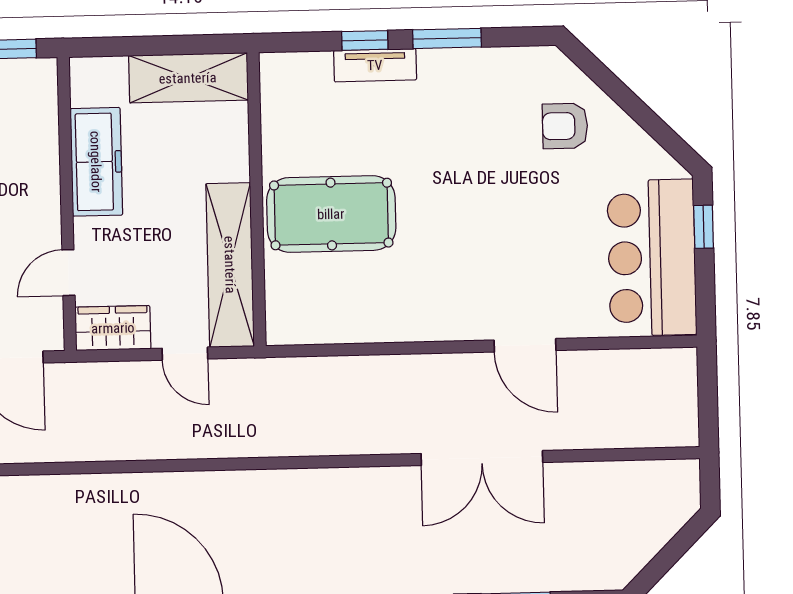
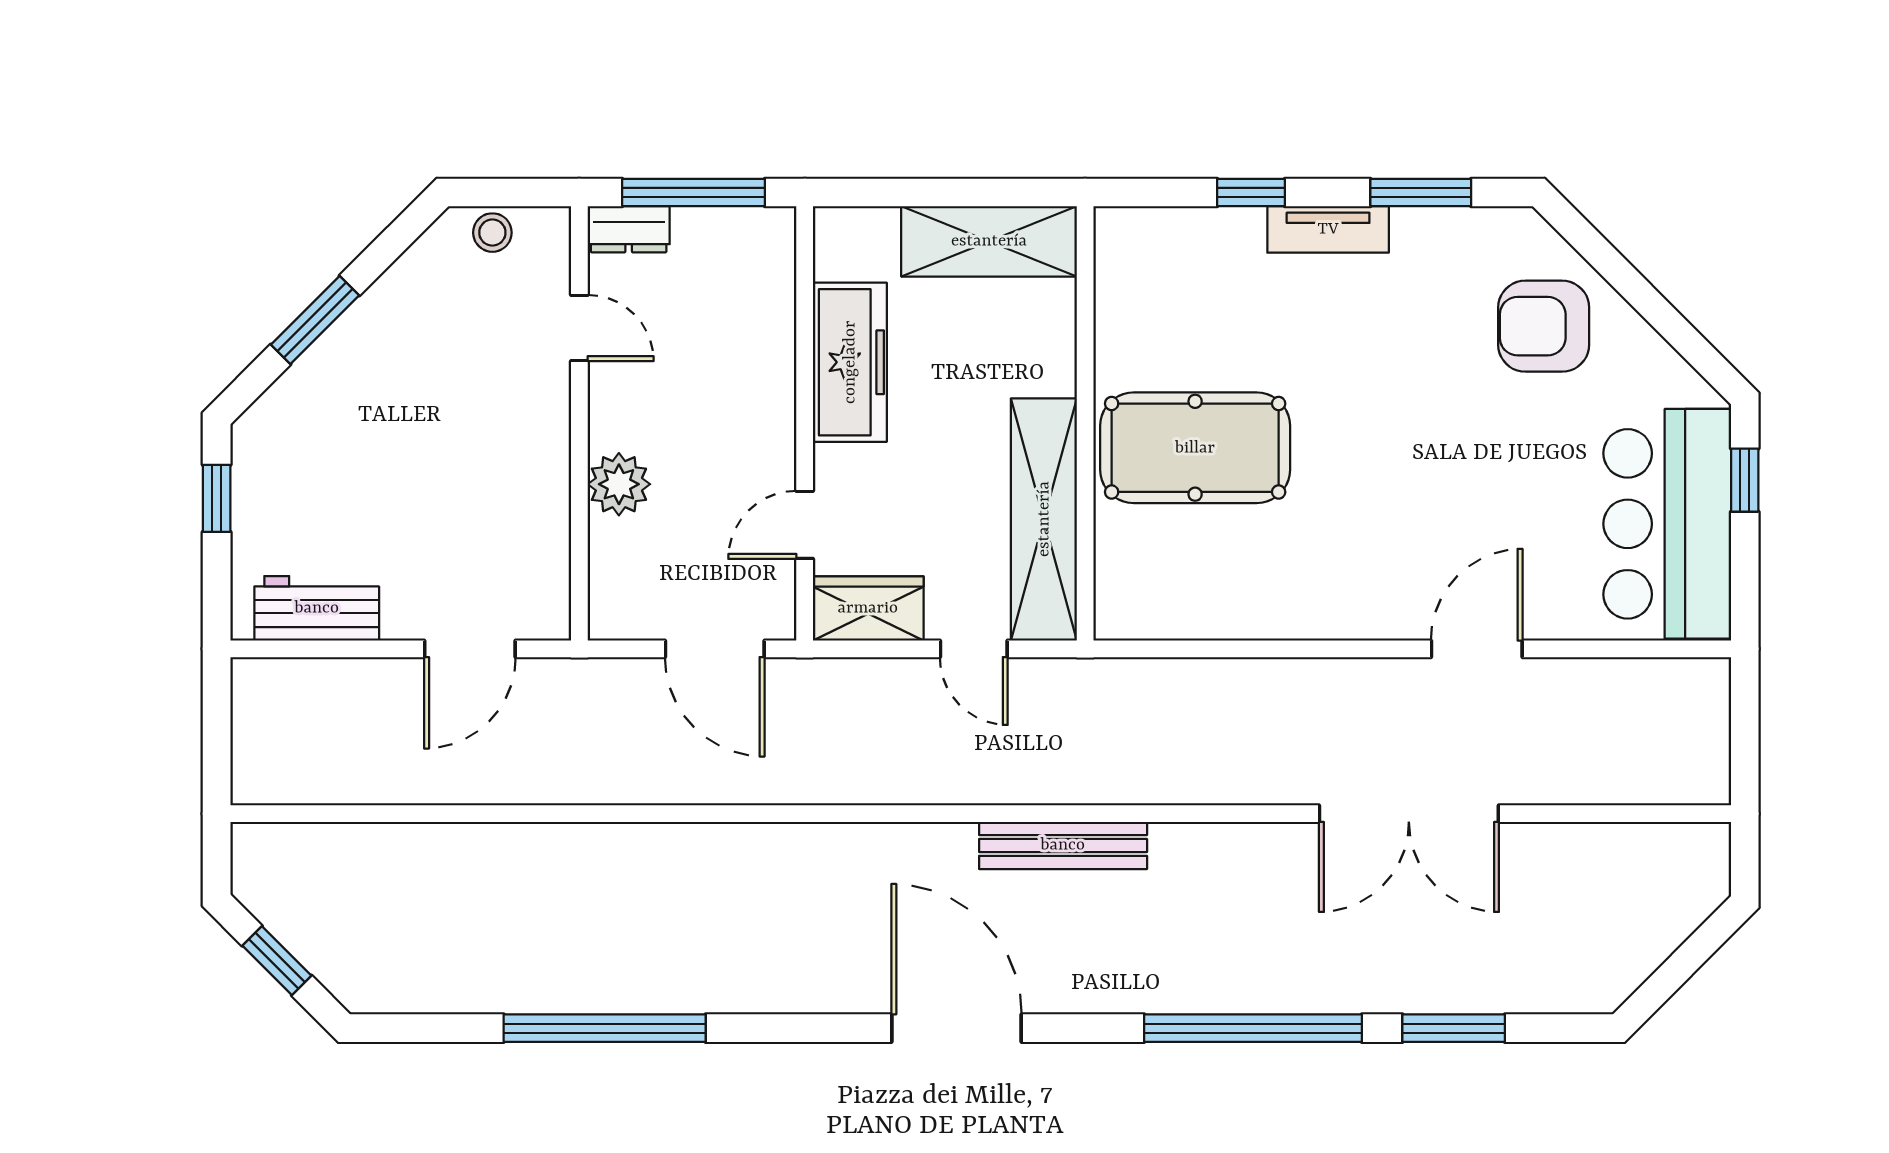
window: (447, 38) -> (1421, 193), moved
tv unit: (375, 65) -> (1328, 229), moved
armchair: (565, 126) -> (1544, 326), width x1.38, depth x1.38
door: (525, 345) -> (1477, 649), swing flipped
bench: (249, 485) -> (1063, 845), added

